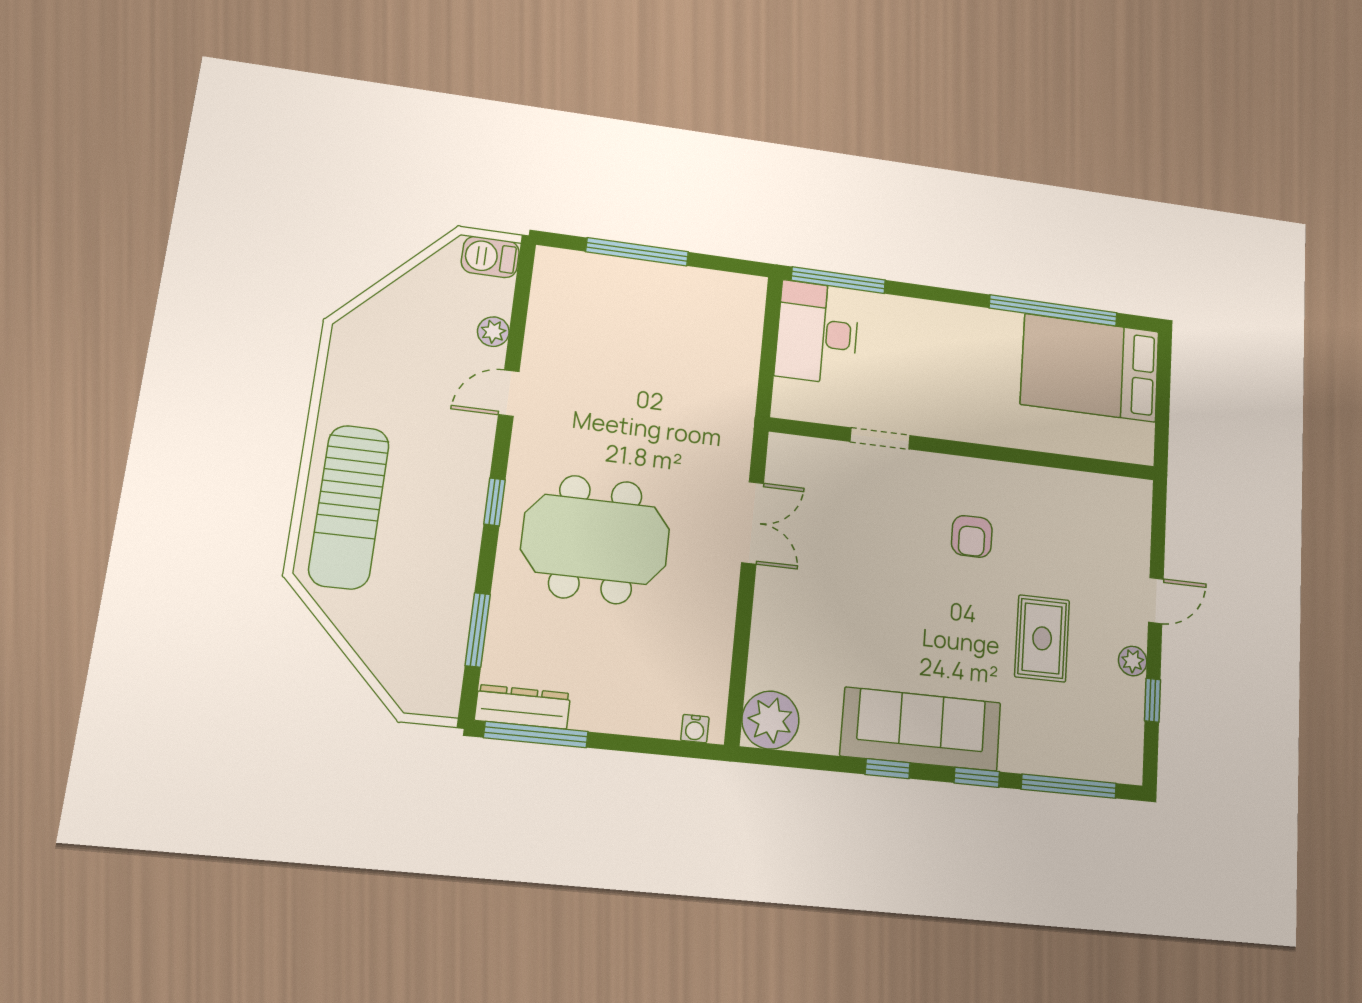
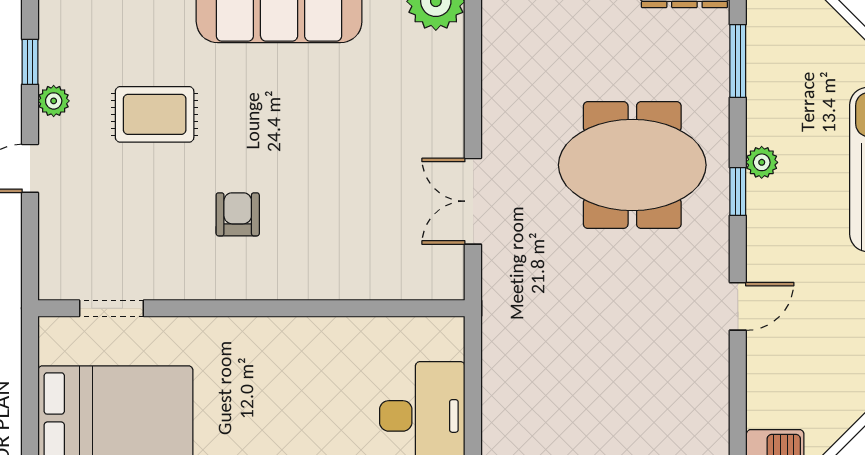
plant: (493, 332) -> (762, 162), moved
doorway: (880, 438) -> (111, 308), moved
rug: (1042, 638) -> (155, 114), turned 90

